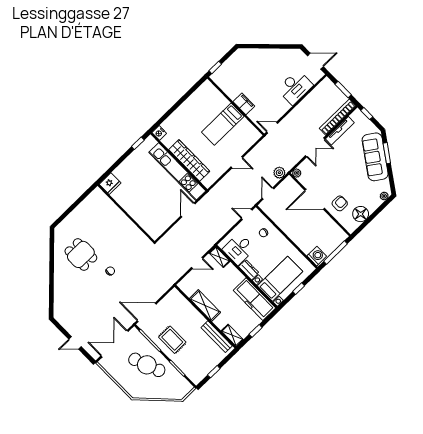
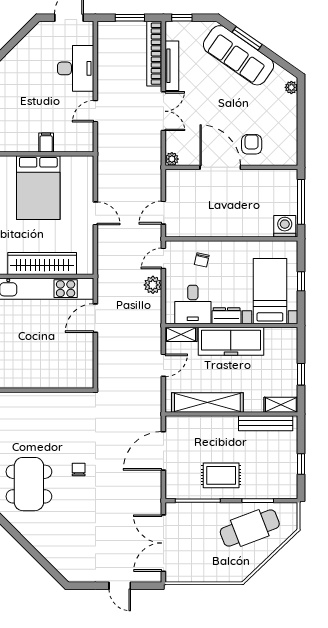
filing cabinet: (244, 104) -> (46, 143), width x0.50
bed: (223, 124) -> (38, 188), width x1.50
door: (272, 128) -> (95, 111), moved
door: (237, 162) -> (95, 213), hinge flipped
plant: (279, 173) -> (153, 285), moved
door: (268, 194) -> (163, 213), hinge flipped
door: (315, 199) -> (220, 167), swing flipped
door: (188, 210) -> (95, 318), hinge flipped
floor lamp: (361, 214) -> (286, 133), removed
dining table: (81, 254) -> (29, 484), width x1.38
freezer: (254, 299) -> (231, 341), moved
shelving: (205, 306) -> (207, 402), width x1.47
door: (147, 312) -> (163, 451), moved
door: (75, 343) -> (120, 586), hinge flipped
cafe table: (147, 365) -> (250, 528), moved

